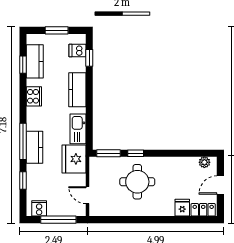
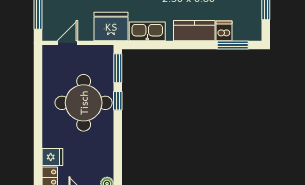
dishwasher: (78, 51) -> (224, 31), moved
window: (89, 58) -> (233, 45), width x1.50
round table: (137, 182) -> (84, 103), width x1.36, depth x1.36

